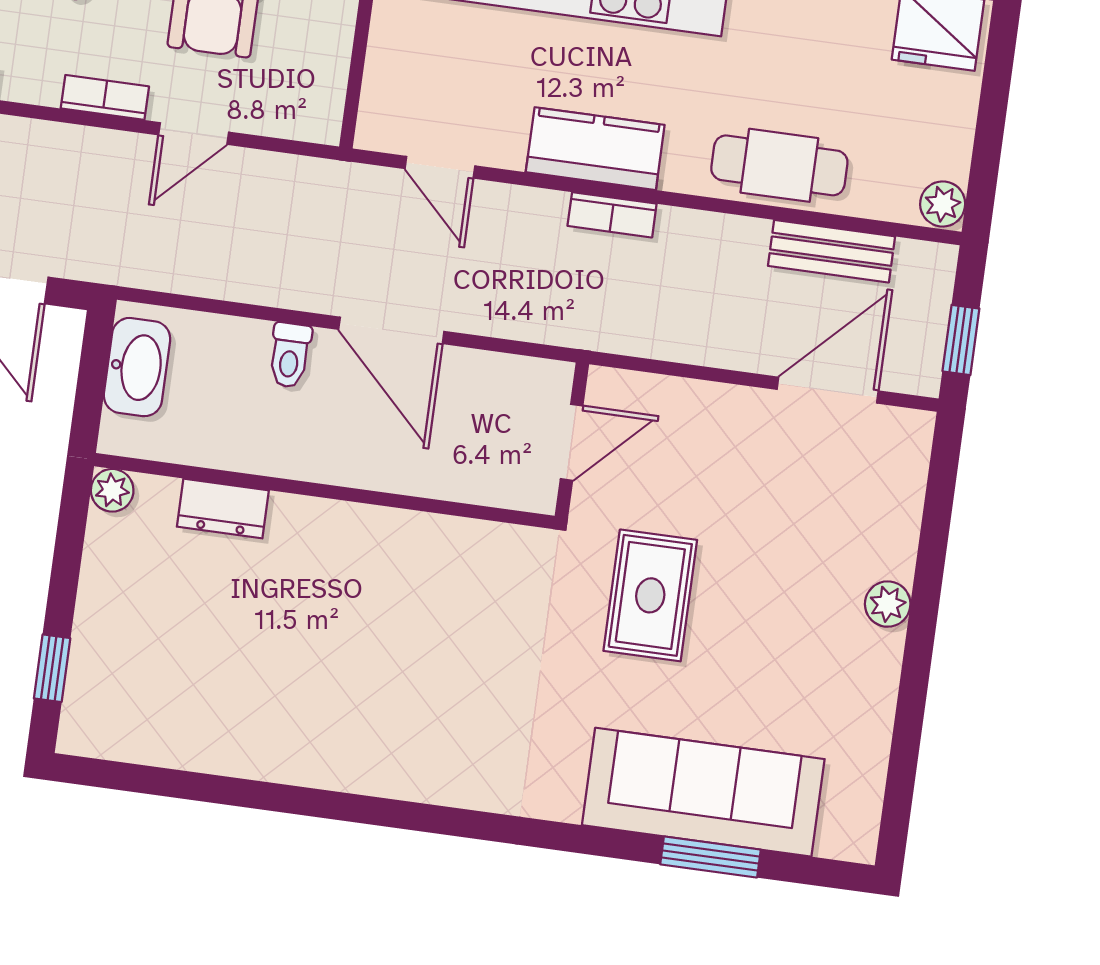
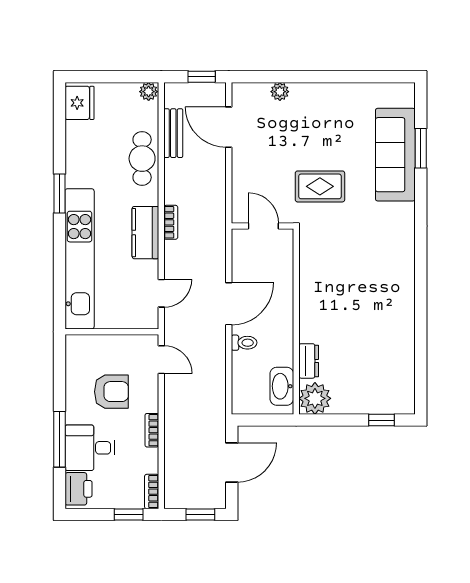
door: (194, 133) -> (161, 360), moved
washbasin: (137, 367) -> (282, 386), moved, turned -90
plant: (112, 490) -> (315, 398), width x1.88, depth x1.88
plant: (888, 604) -> (280, 92), moved

